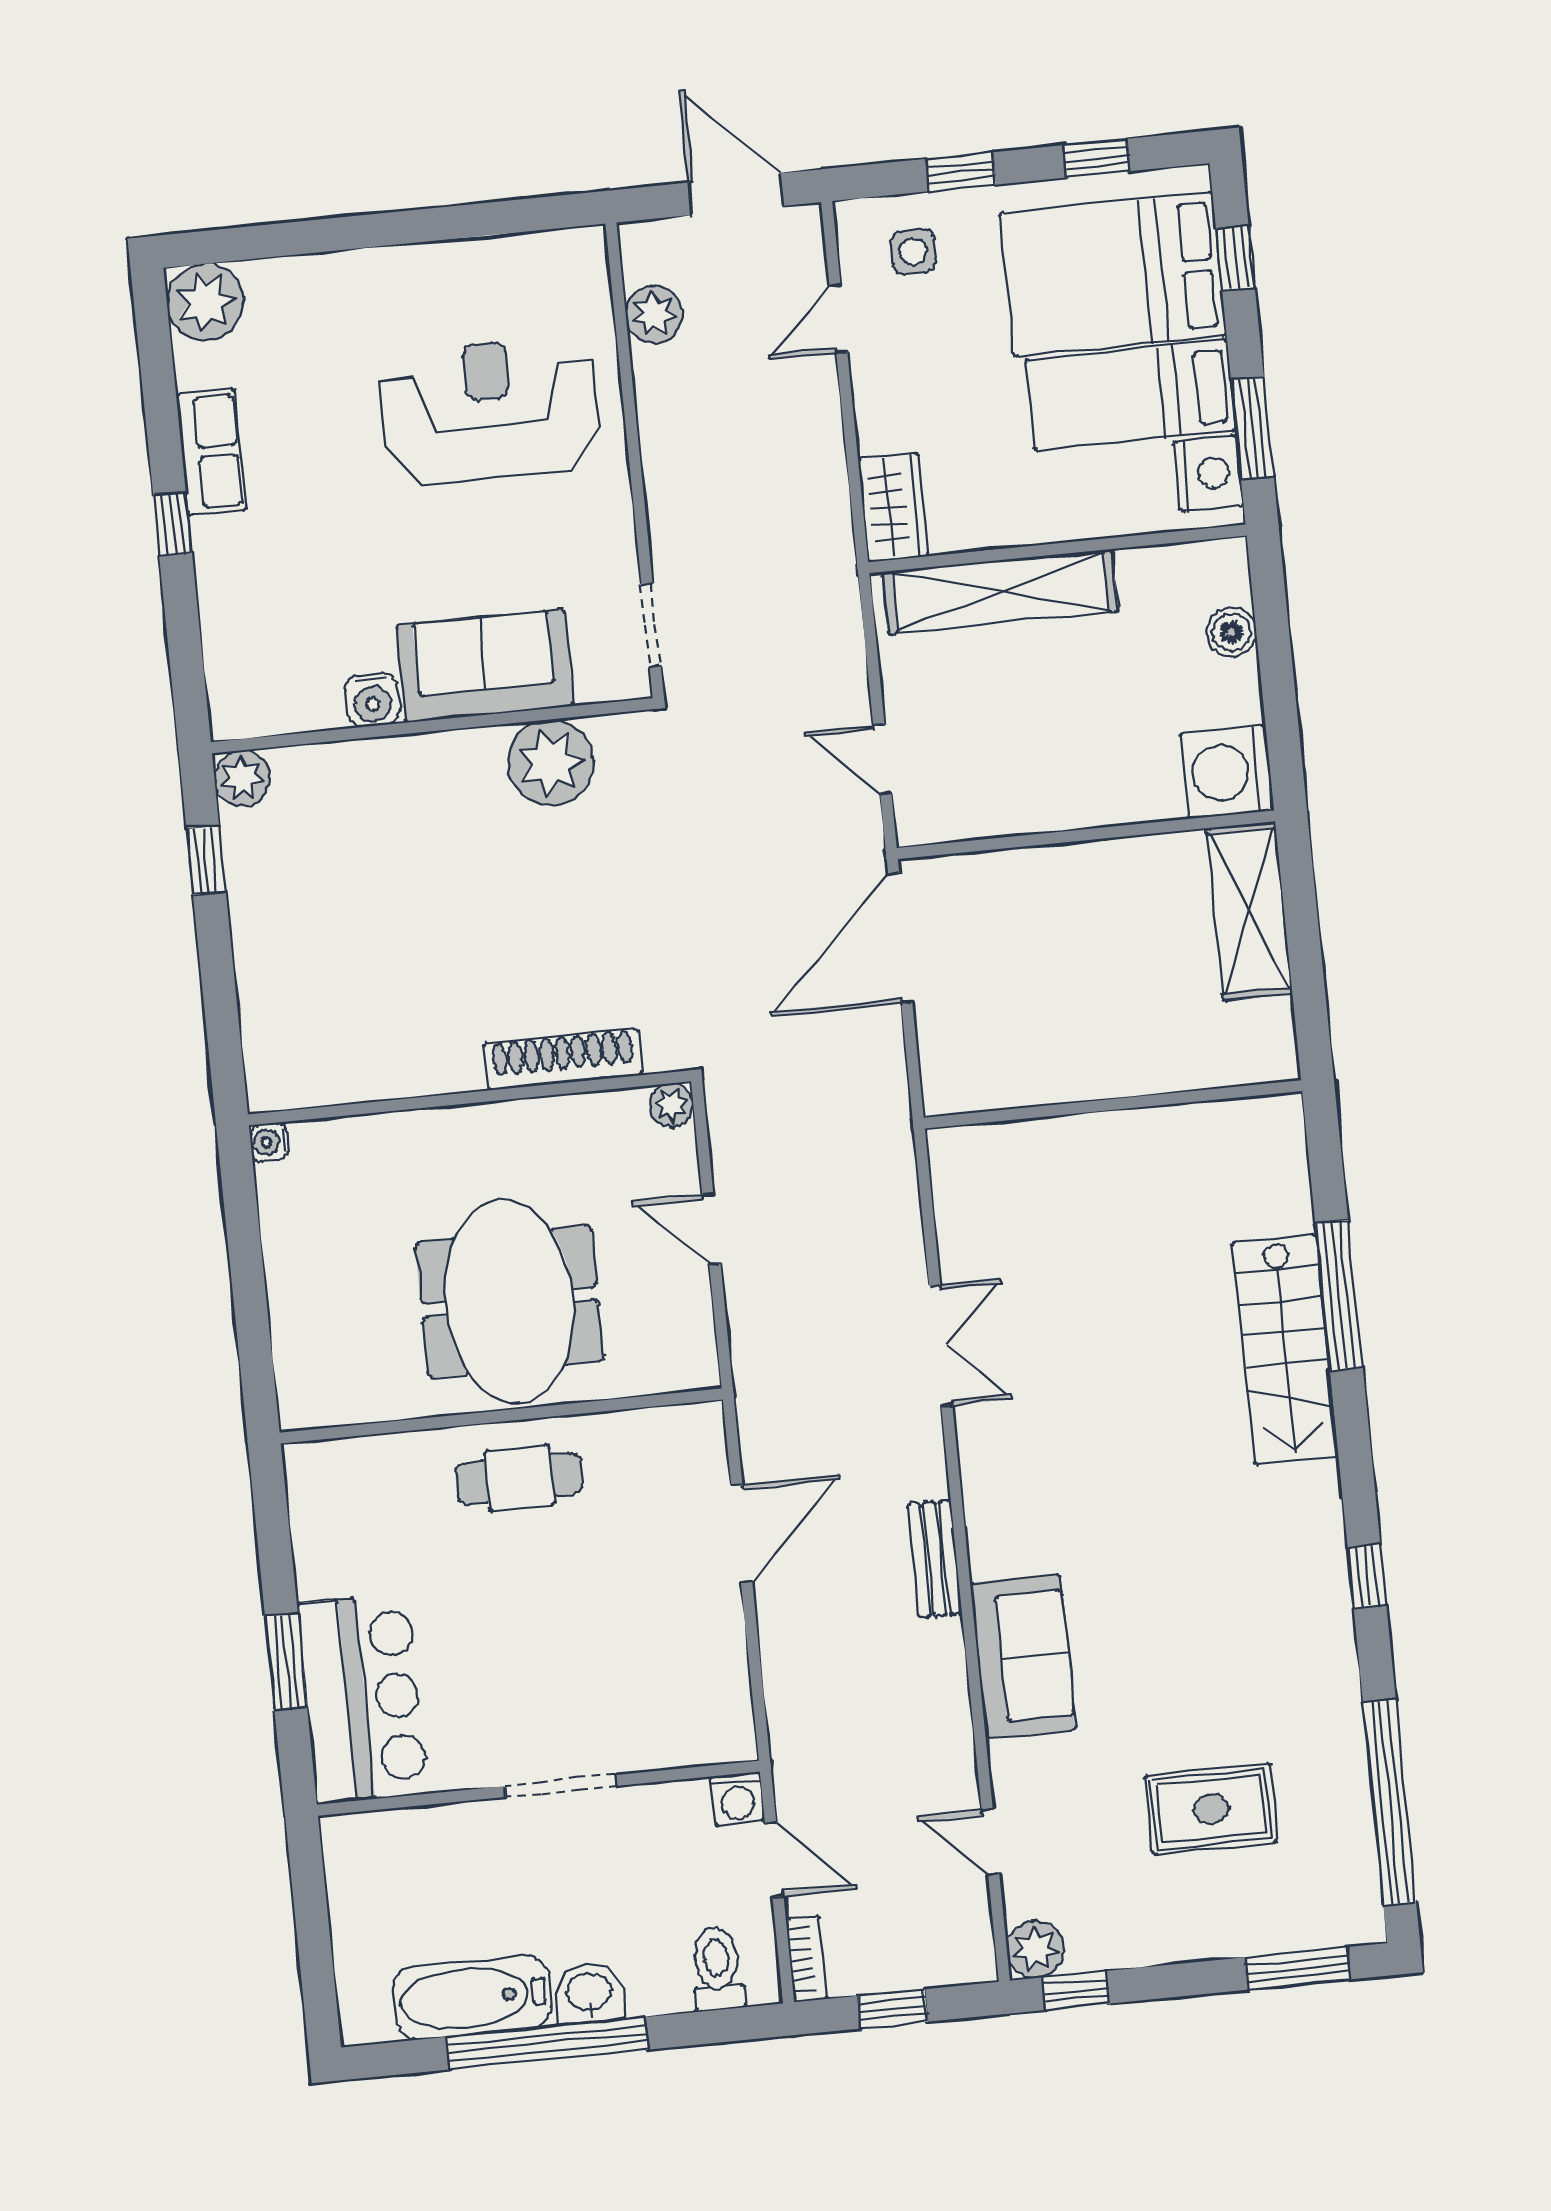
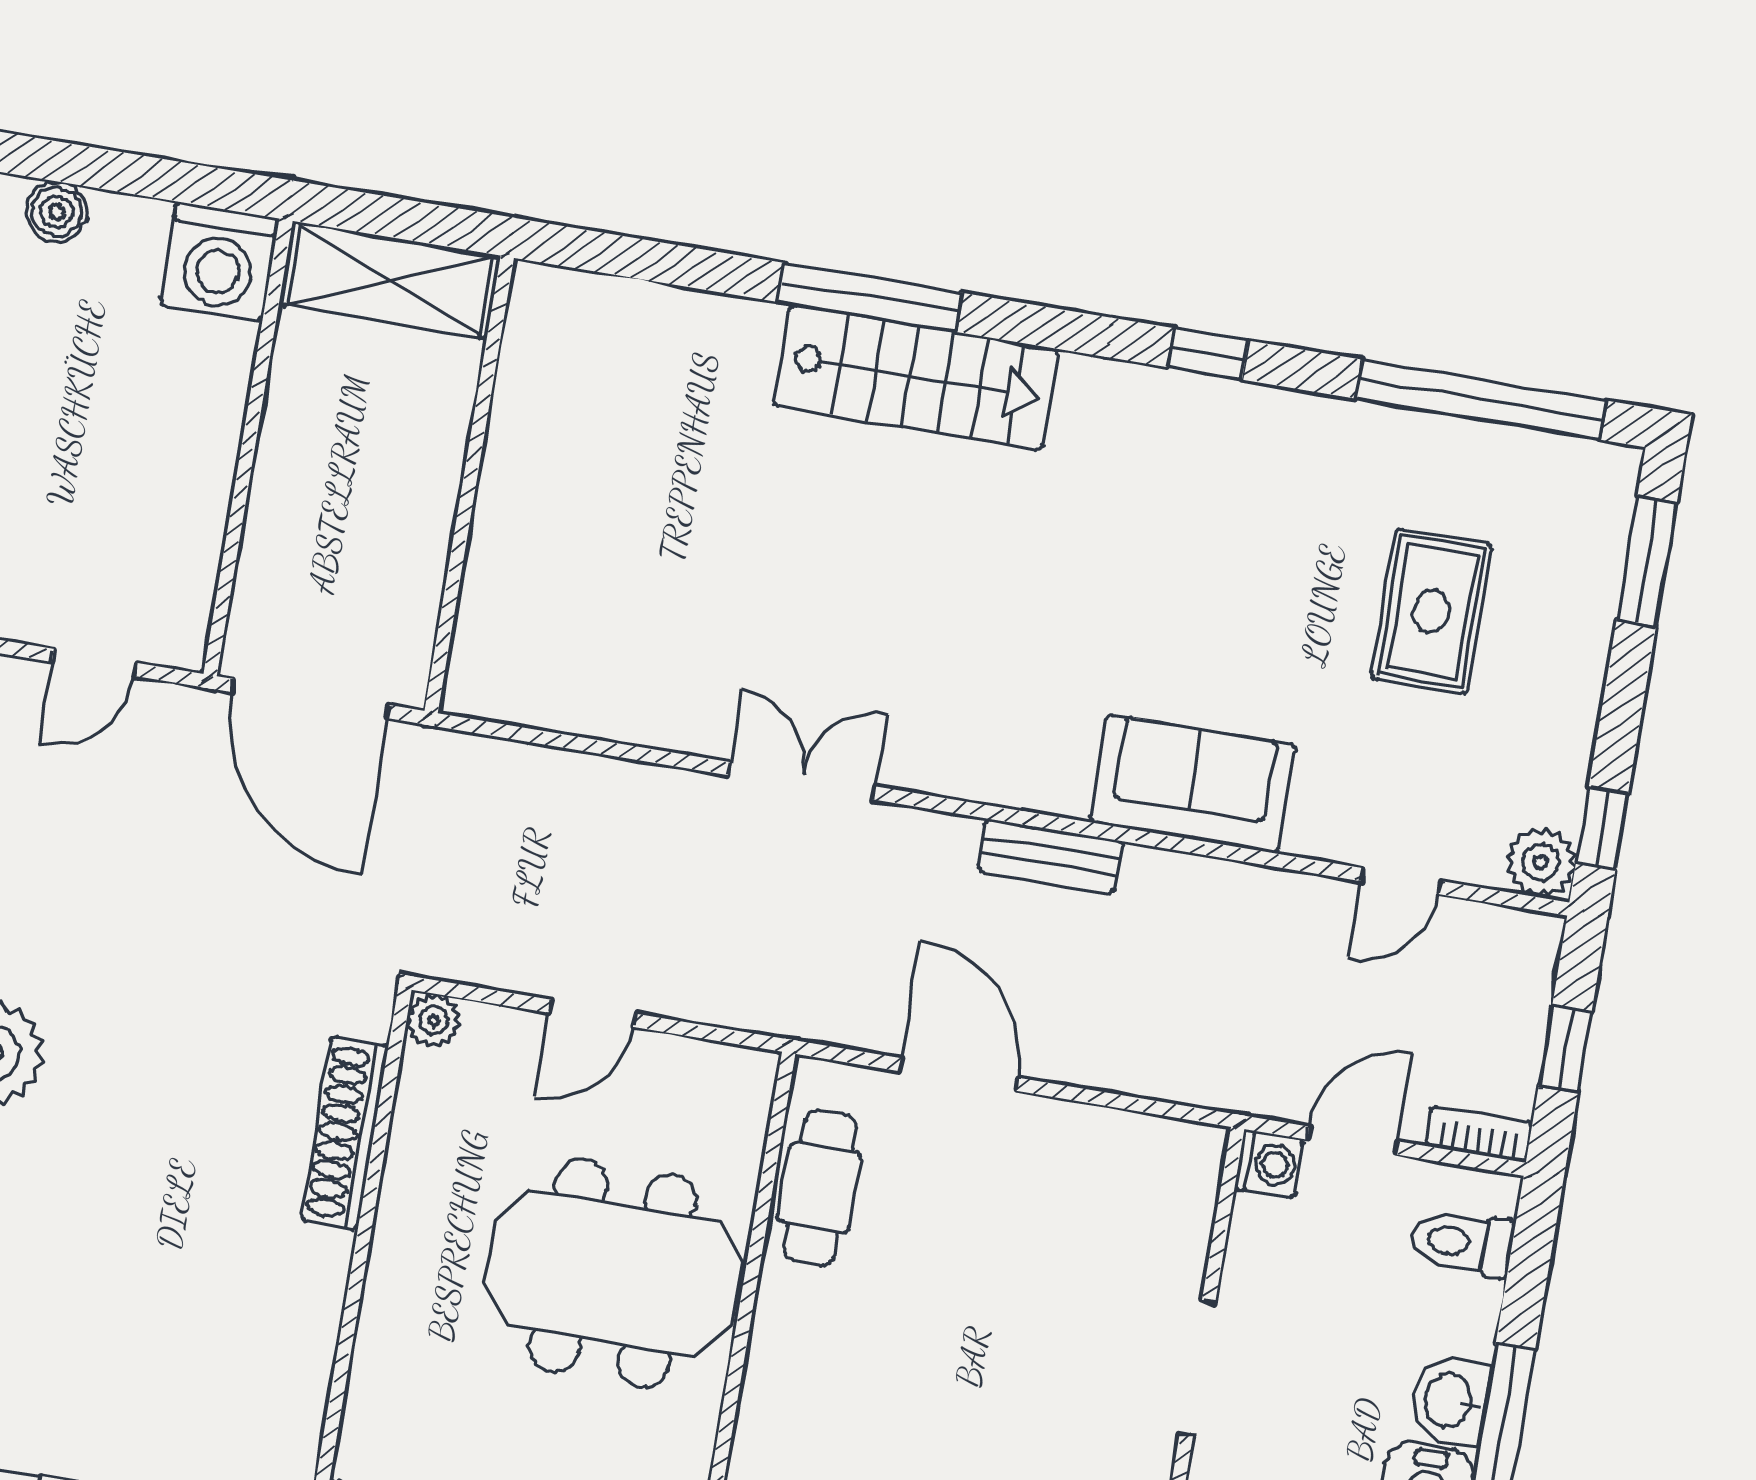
wall: (1113, 1104) -> (469, 484), moved
cafe table: (519, 1478) -> (820, 1188), moved

